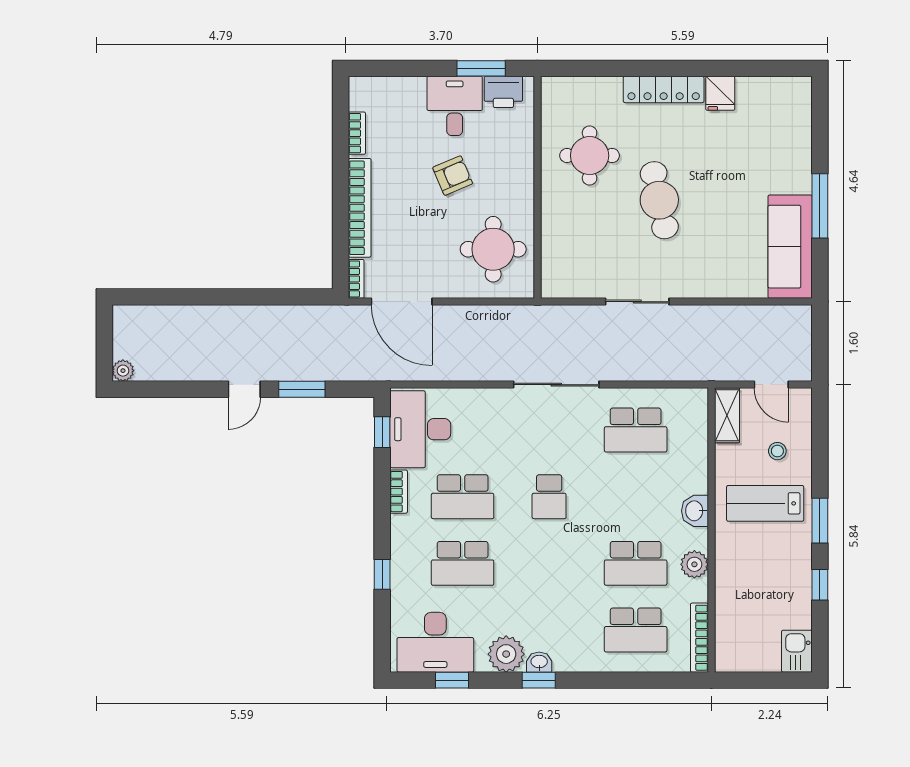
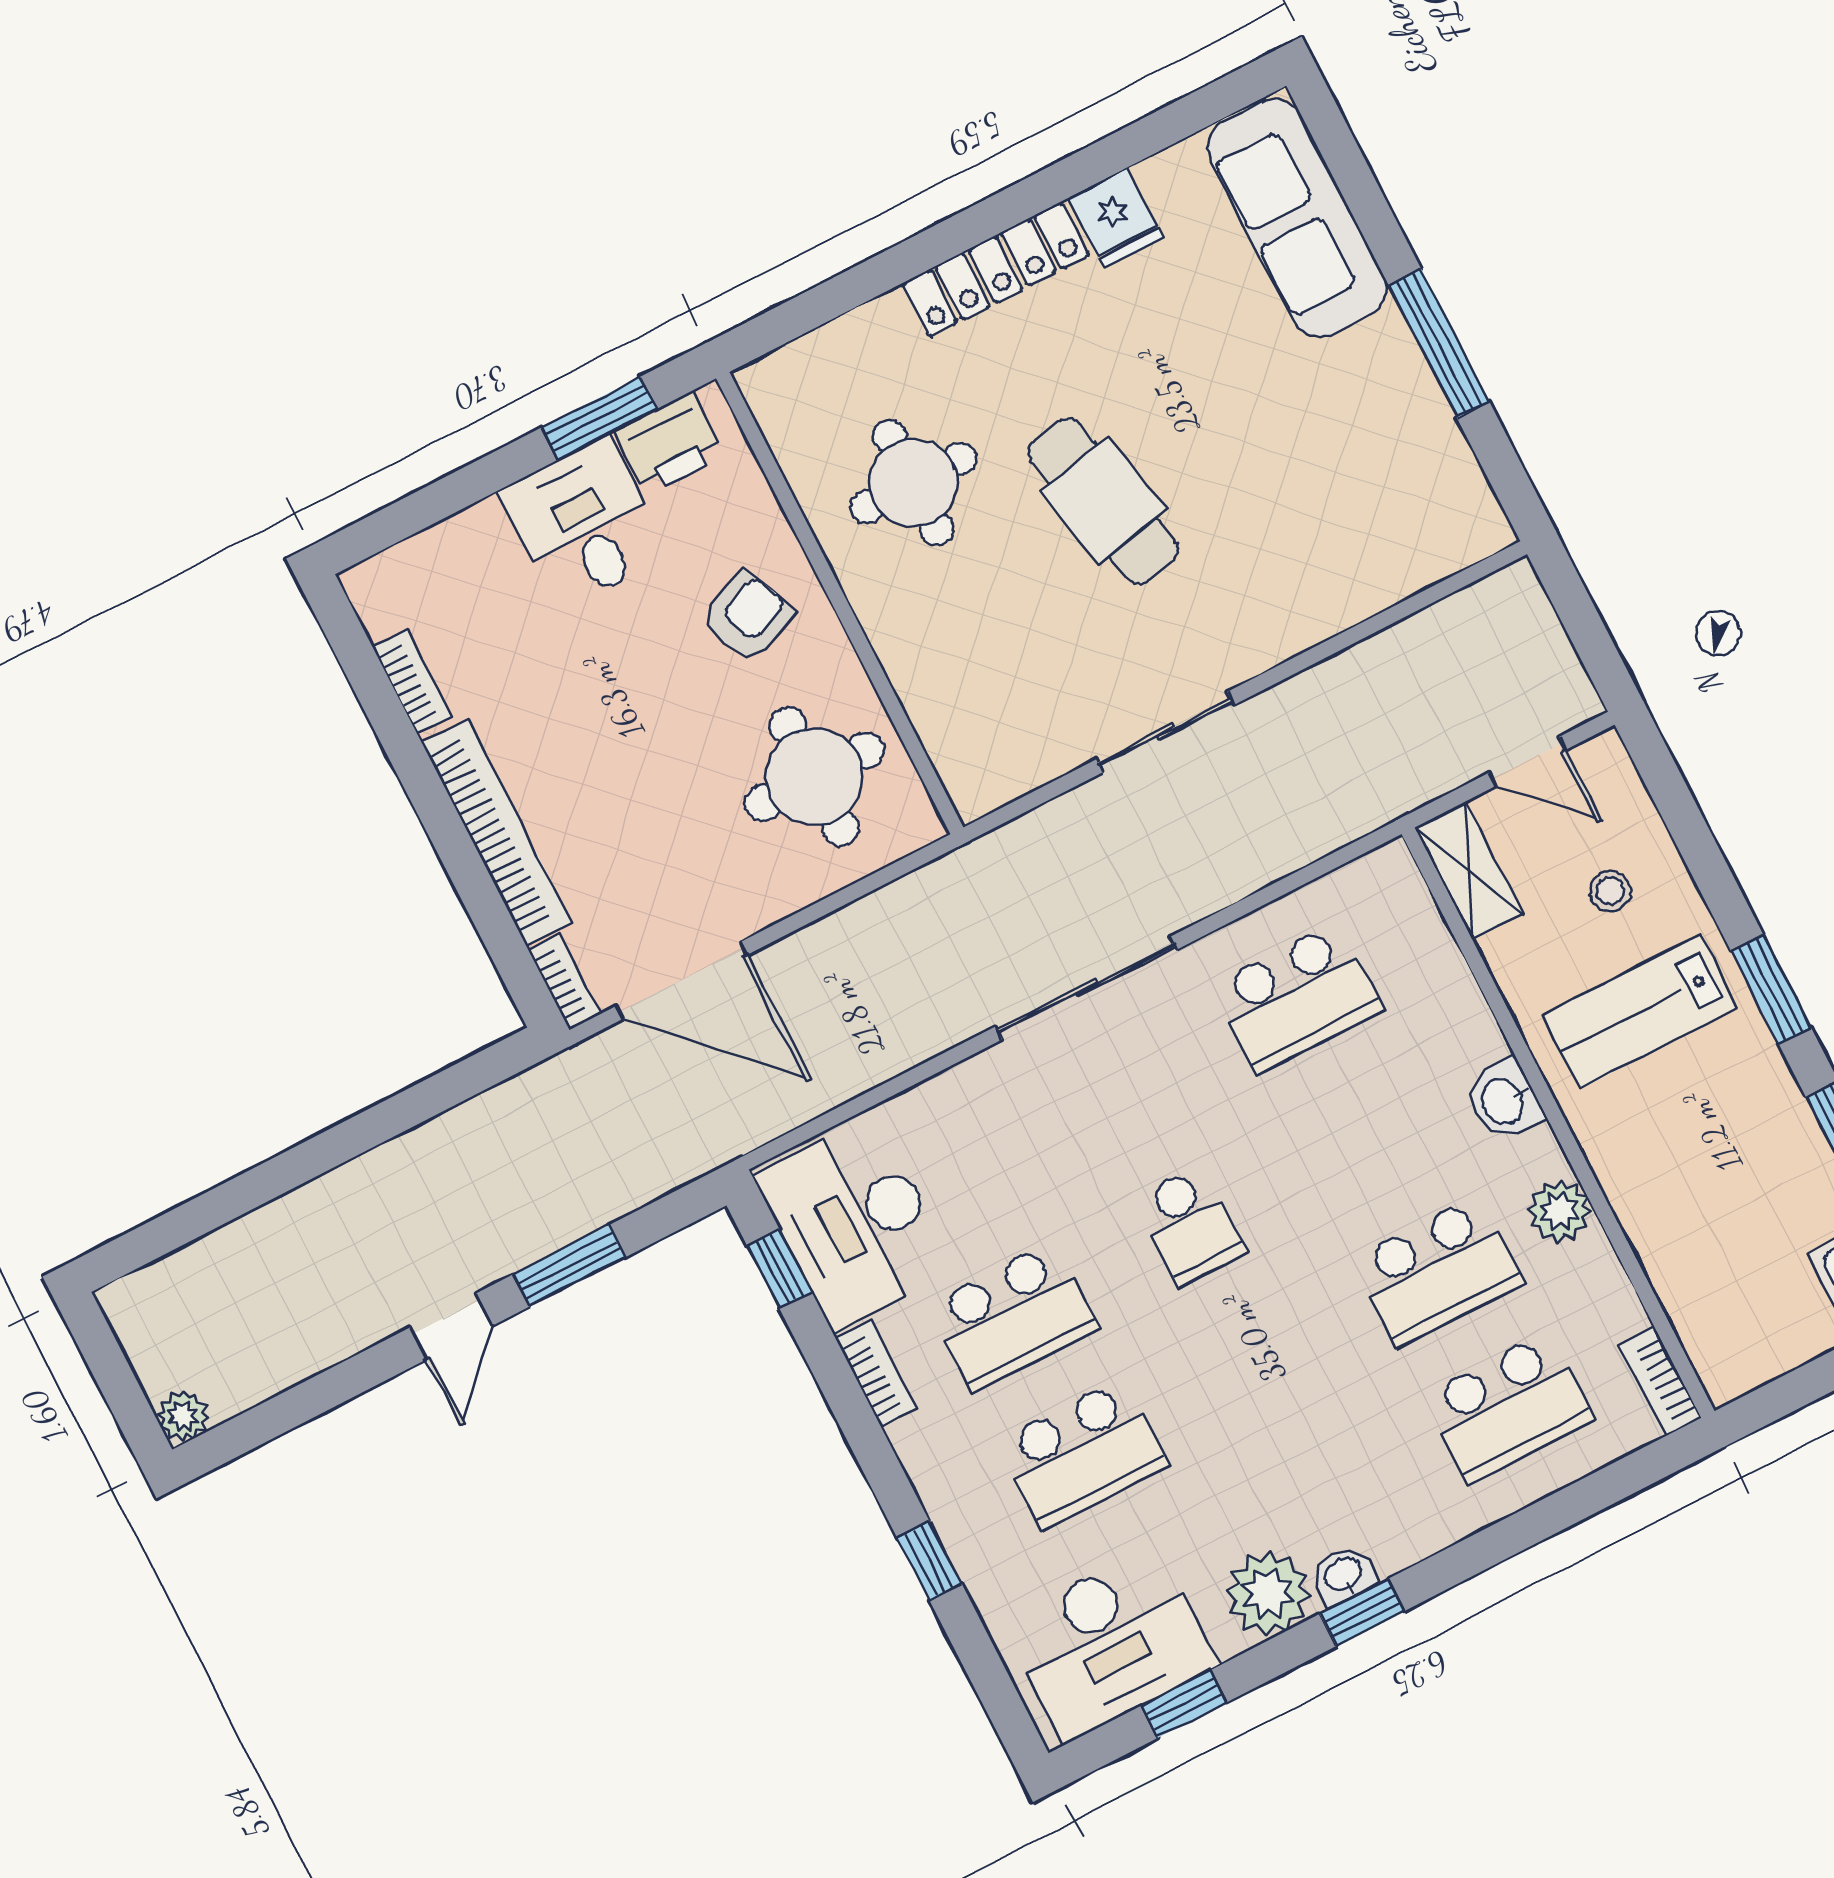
armchair: (453, 176) -> (747, 616), moved
sofa: (790, 247) -> (1297, 218), moved
bookcase: (699, 638) -> (1660, 1382), width x0.64

